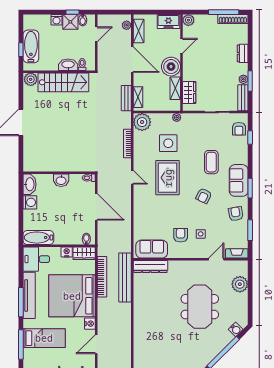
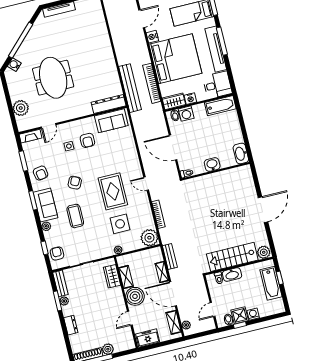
plant: (188, 20) -> (108, 349), moved
shelving: (138, 97) -> (162, 272), moved
plant: (243, 159) -> (46, 226), added
washing machine: (30, 202) -> (186, 114), moved, turned -90

